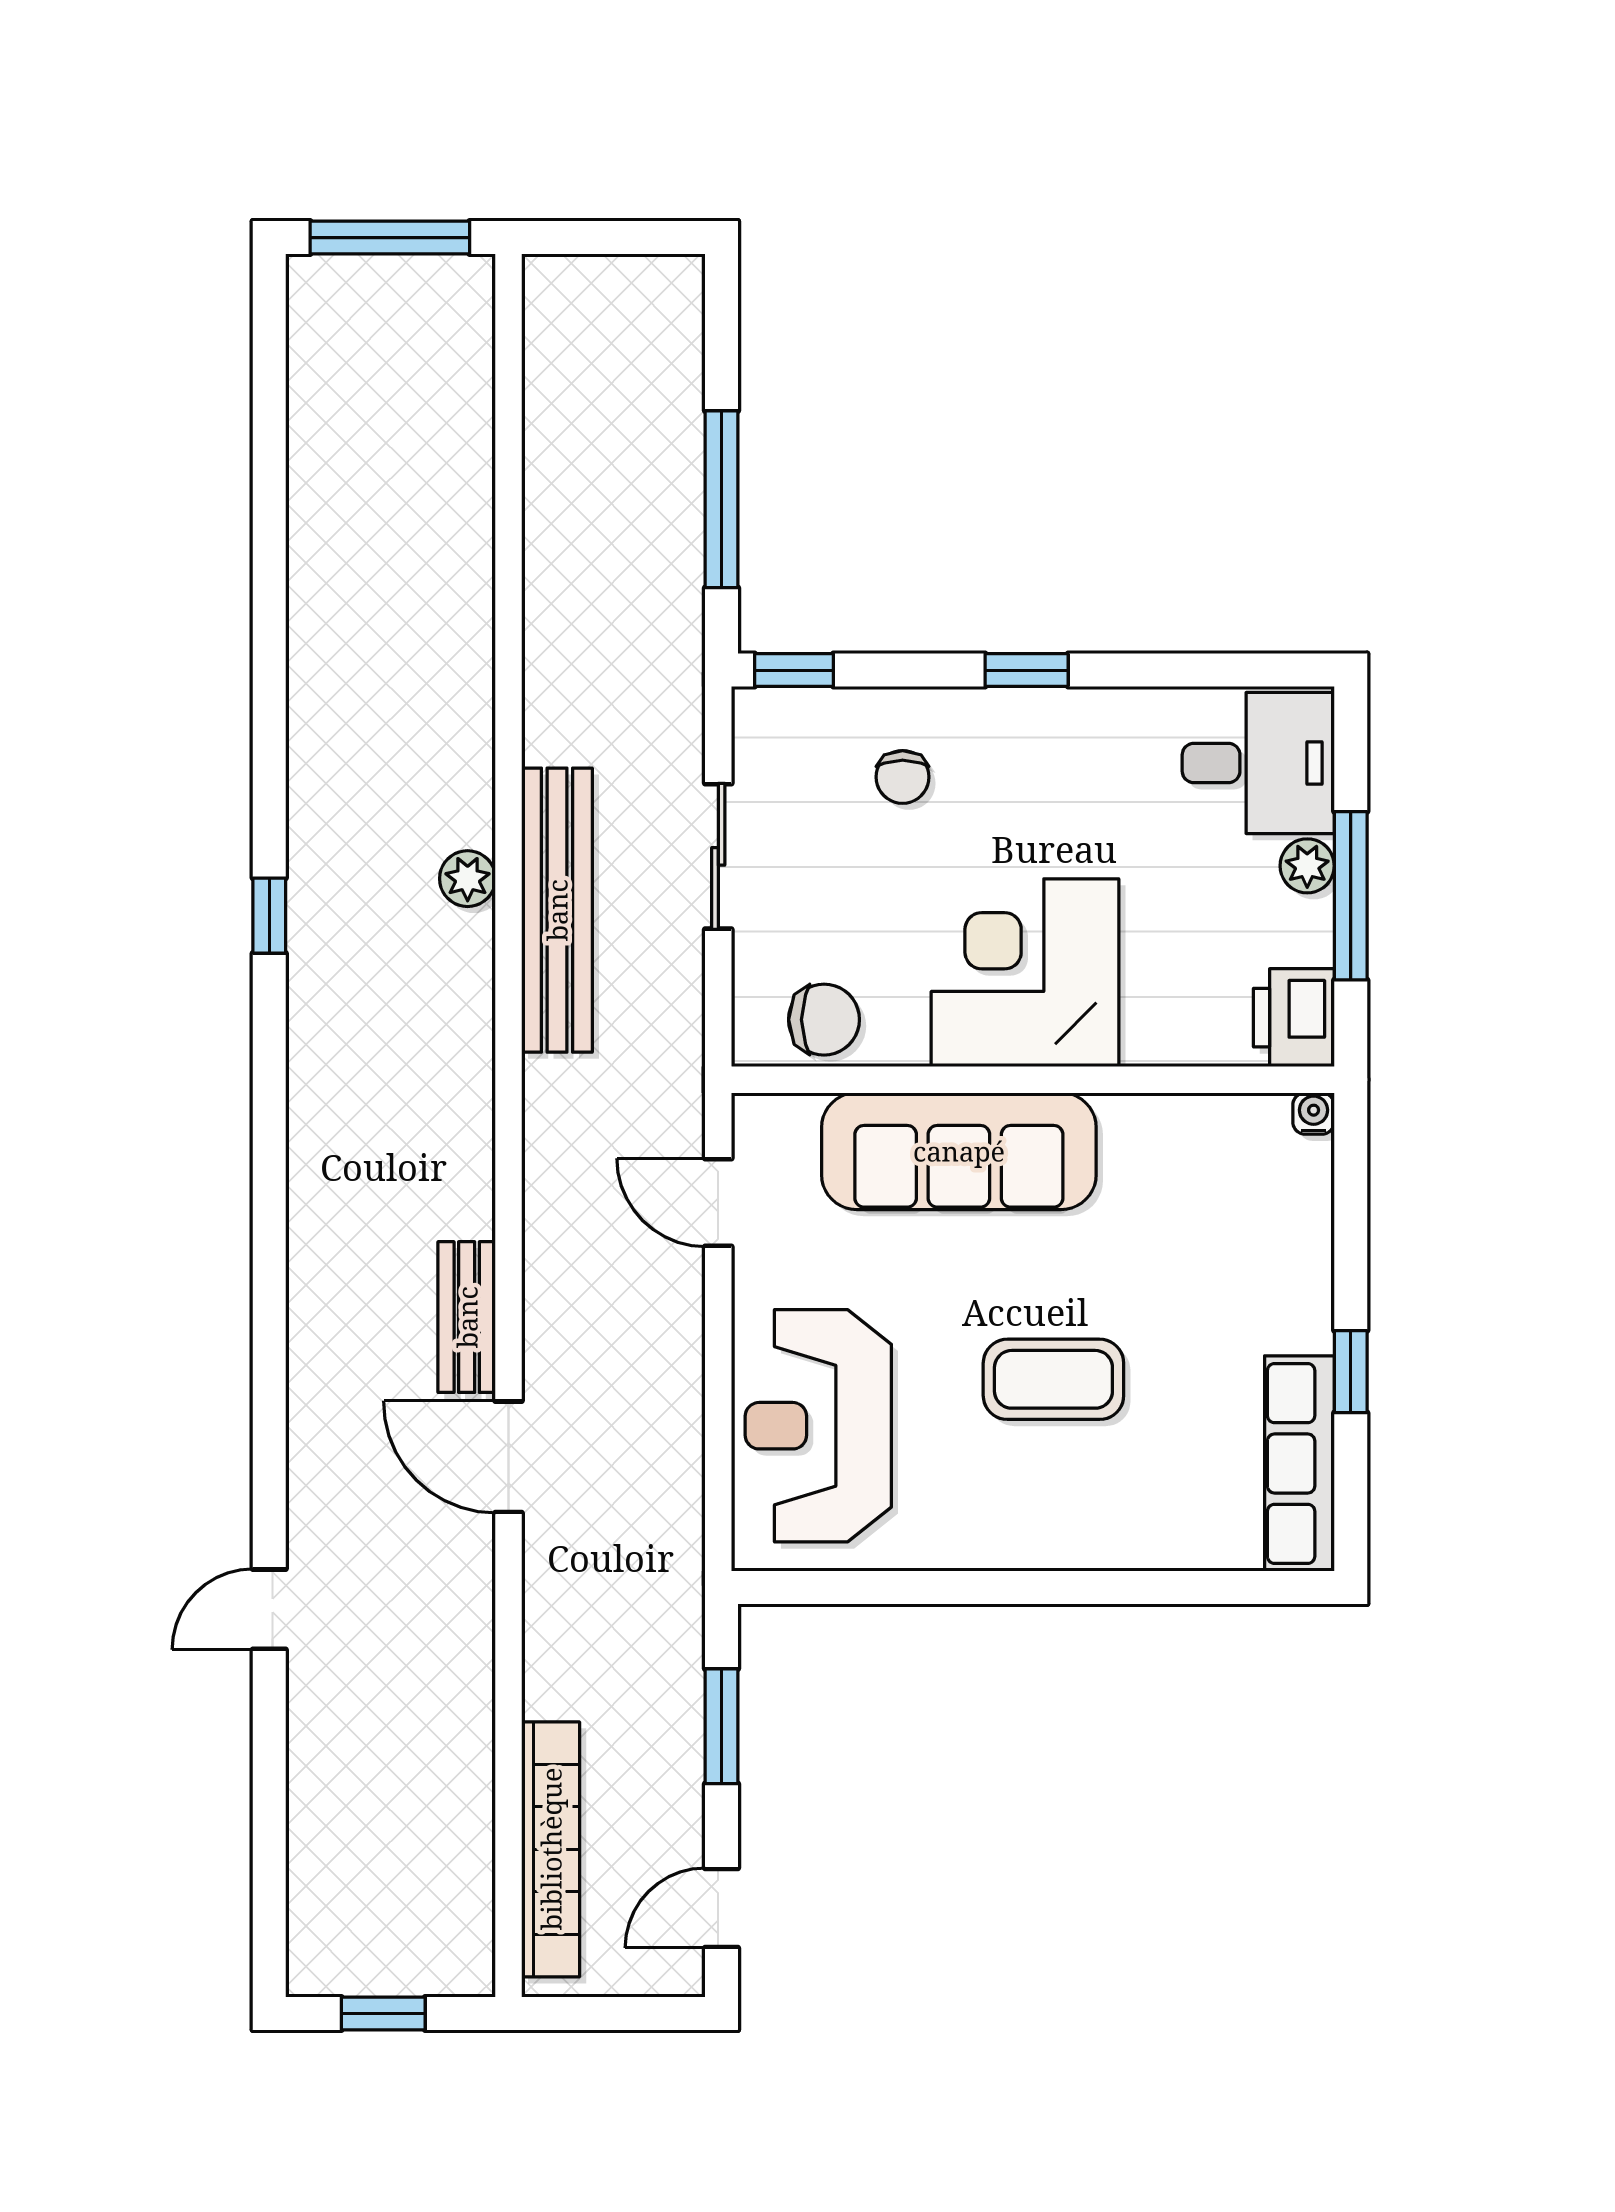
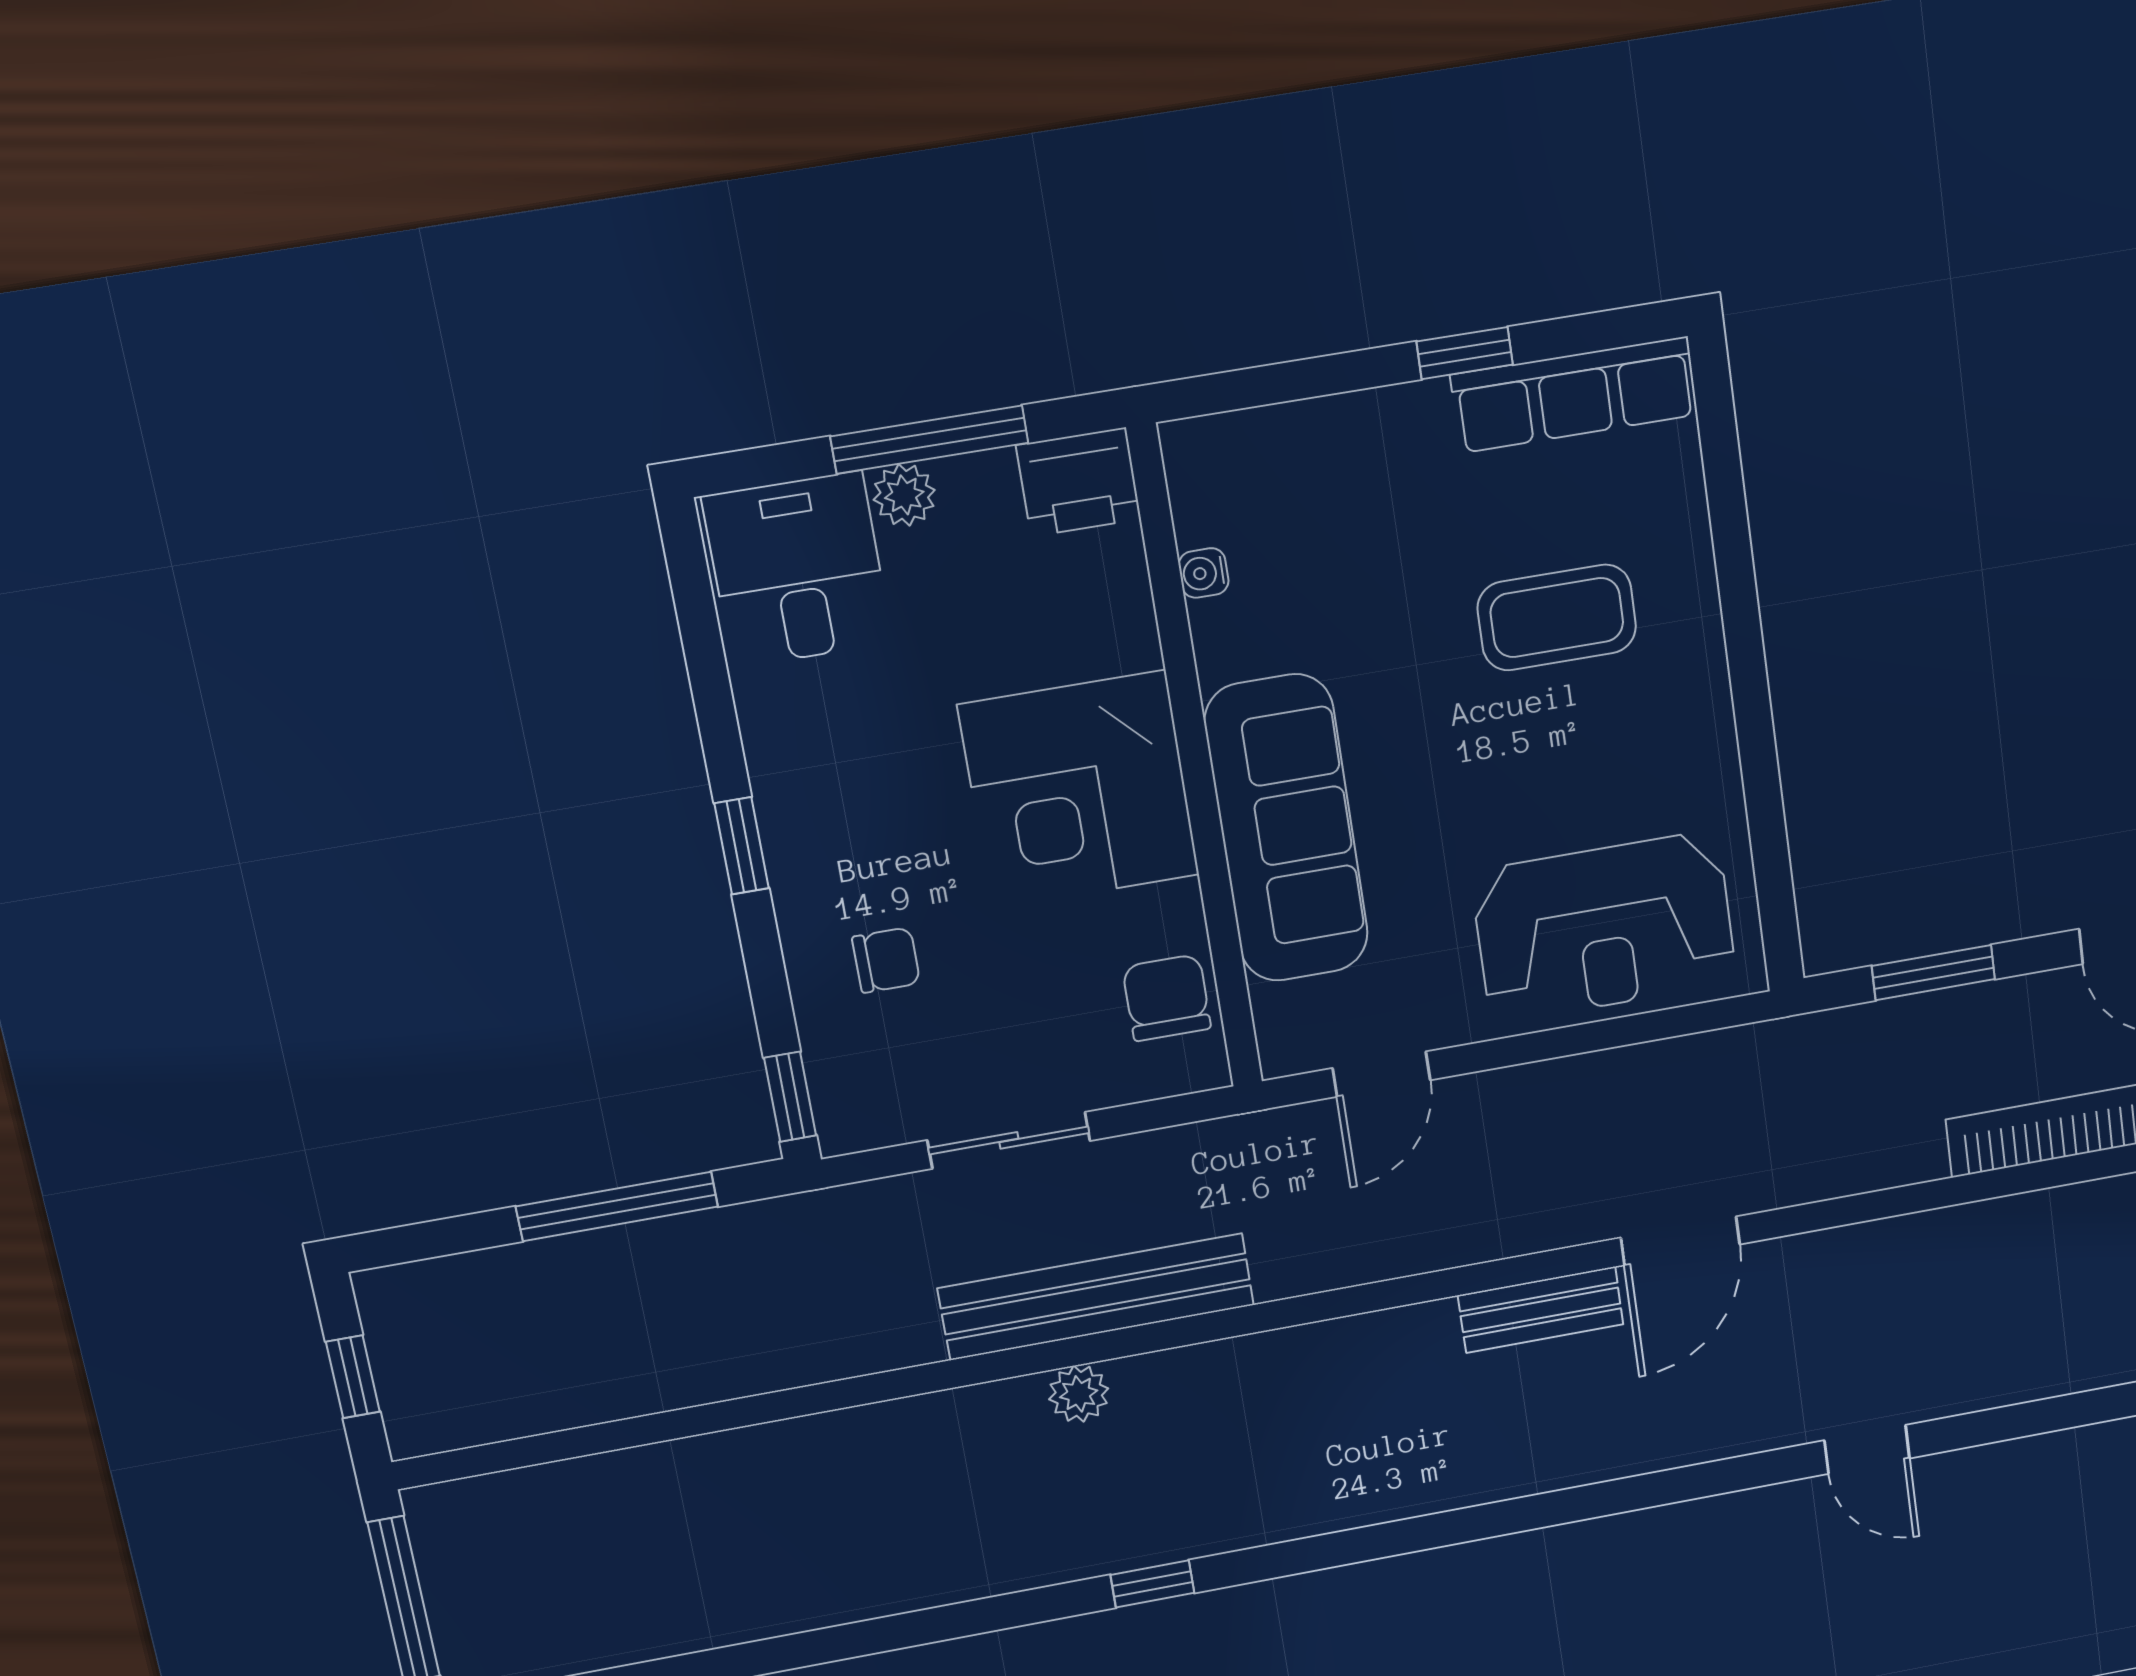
window: (608, 238) -> (353, 1377), added
water cooler: (1314, 1113) -> (1204, 573), moved
coffee table: (1053, 1379) -> (1557, 617), moved, turned 90

